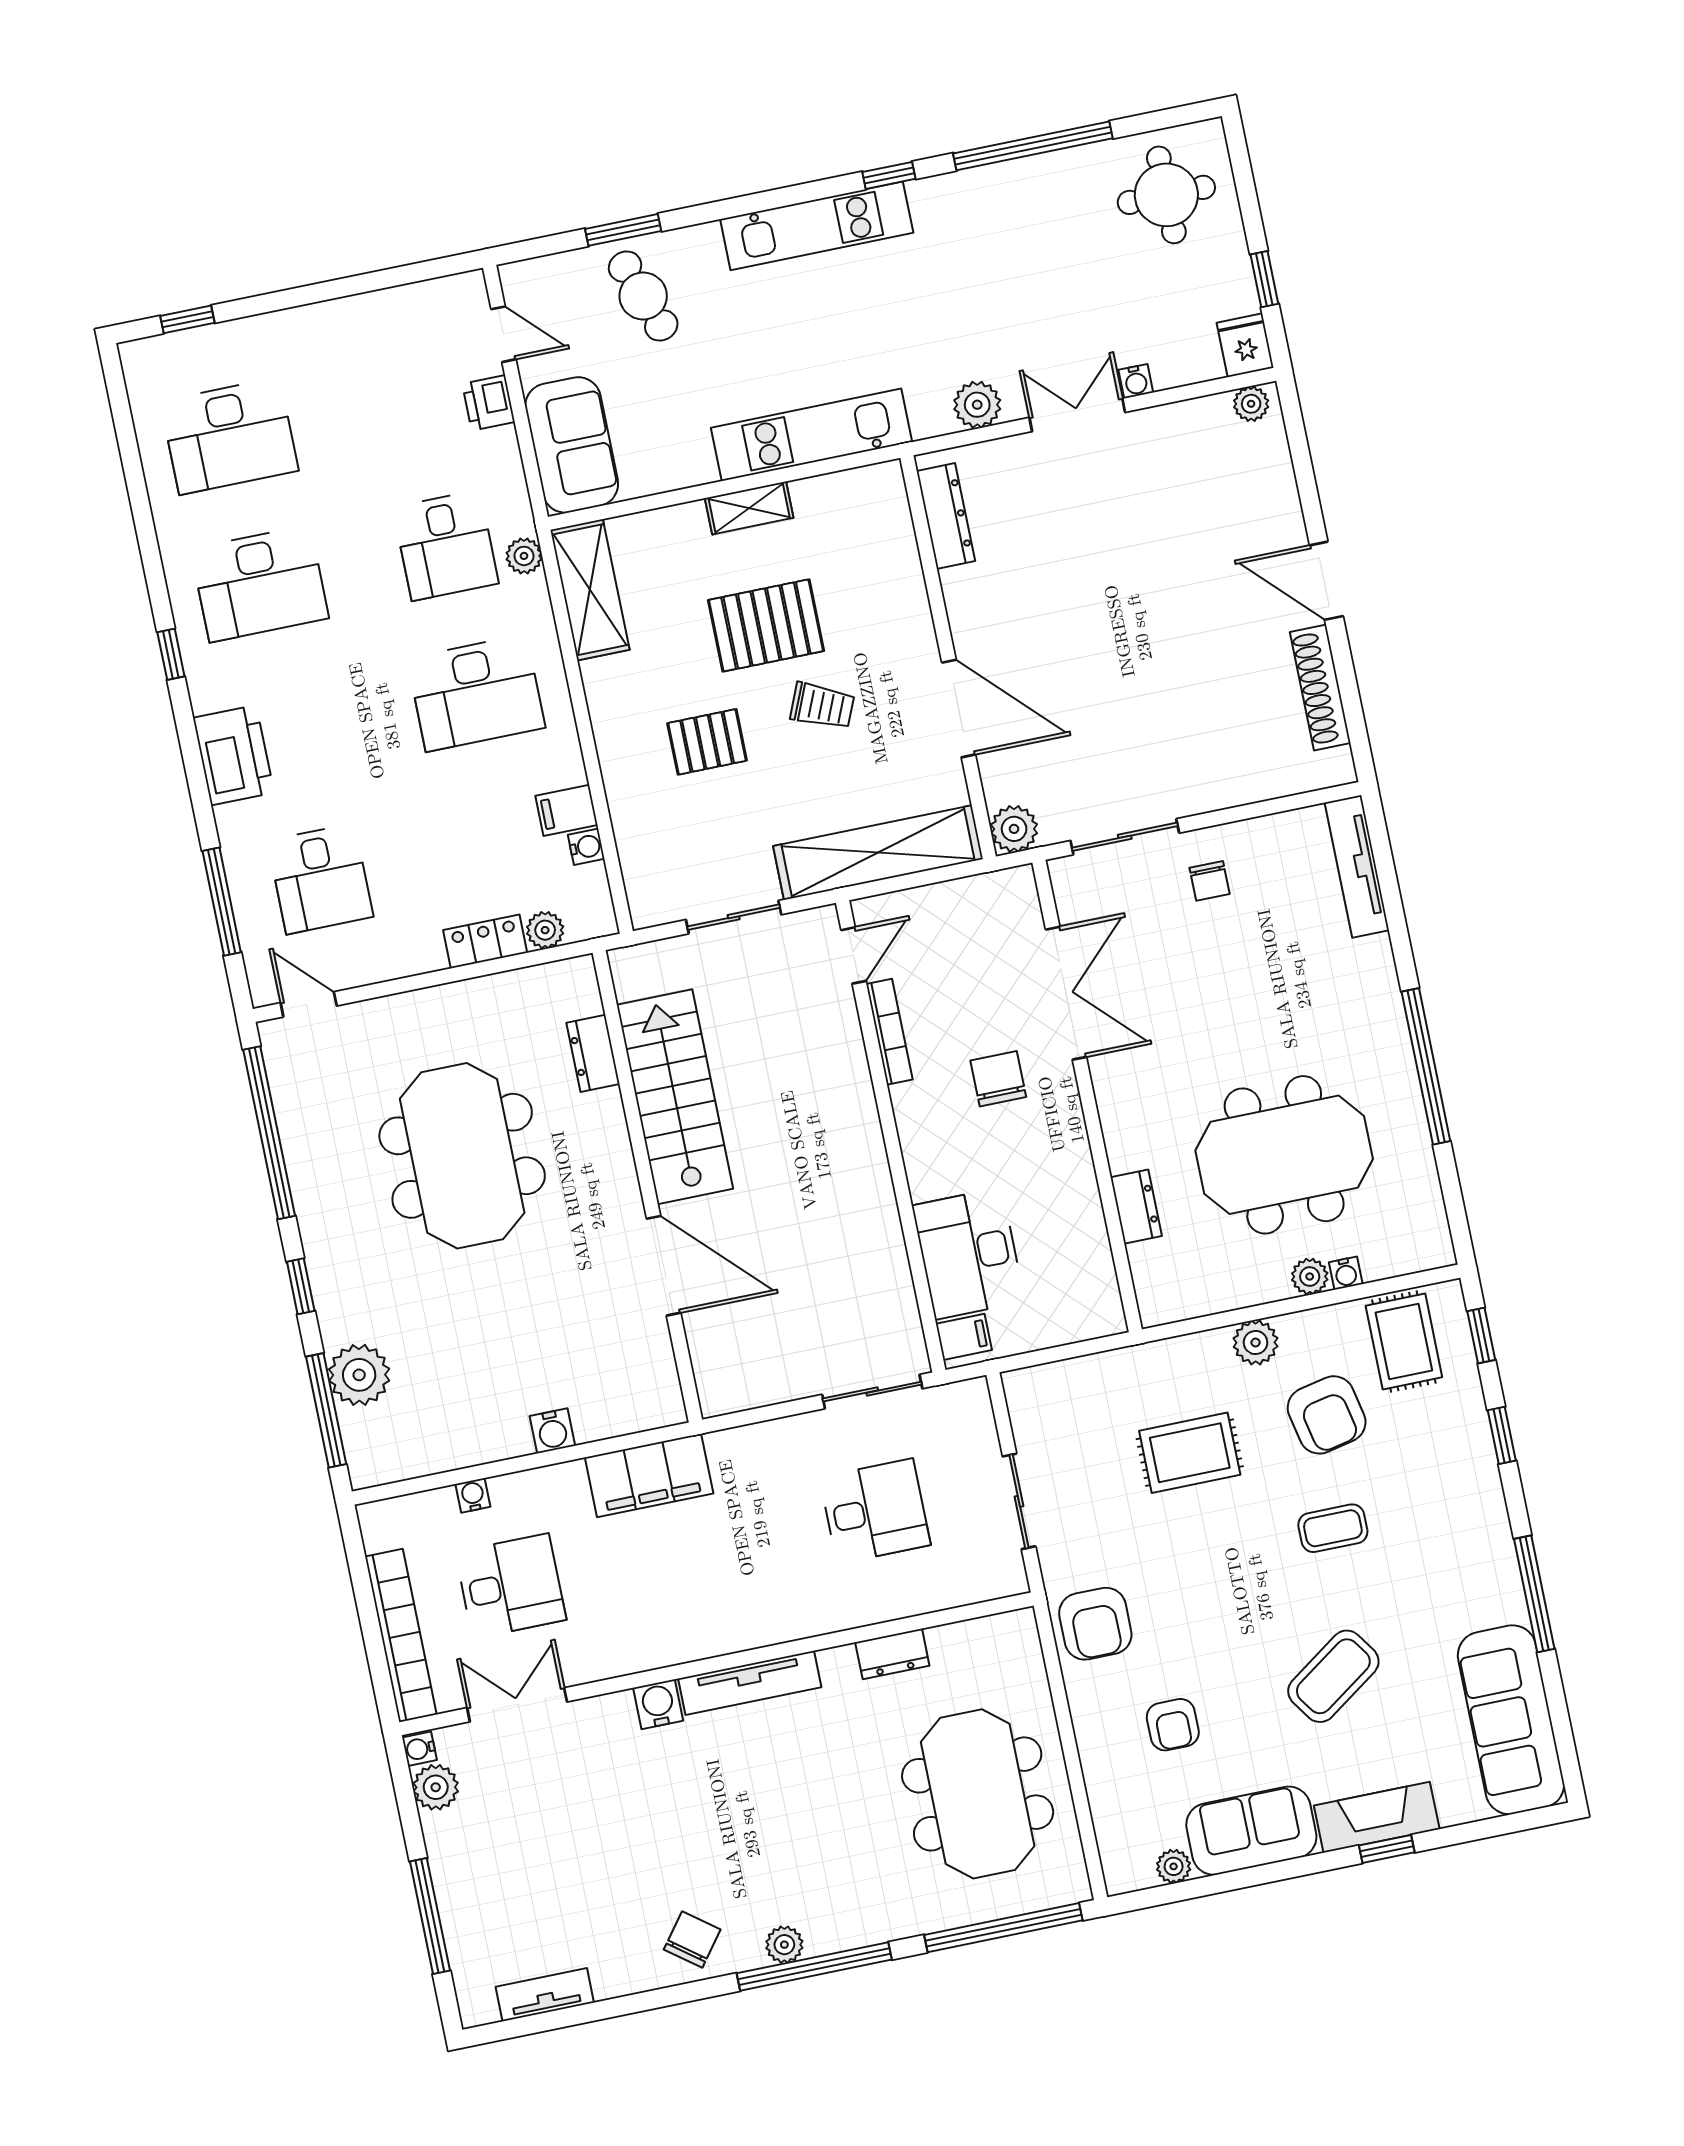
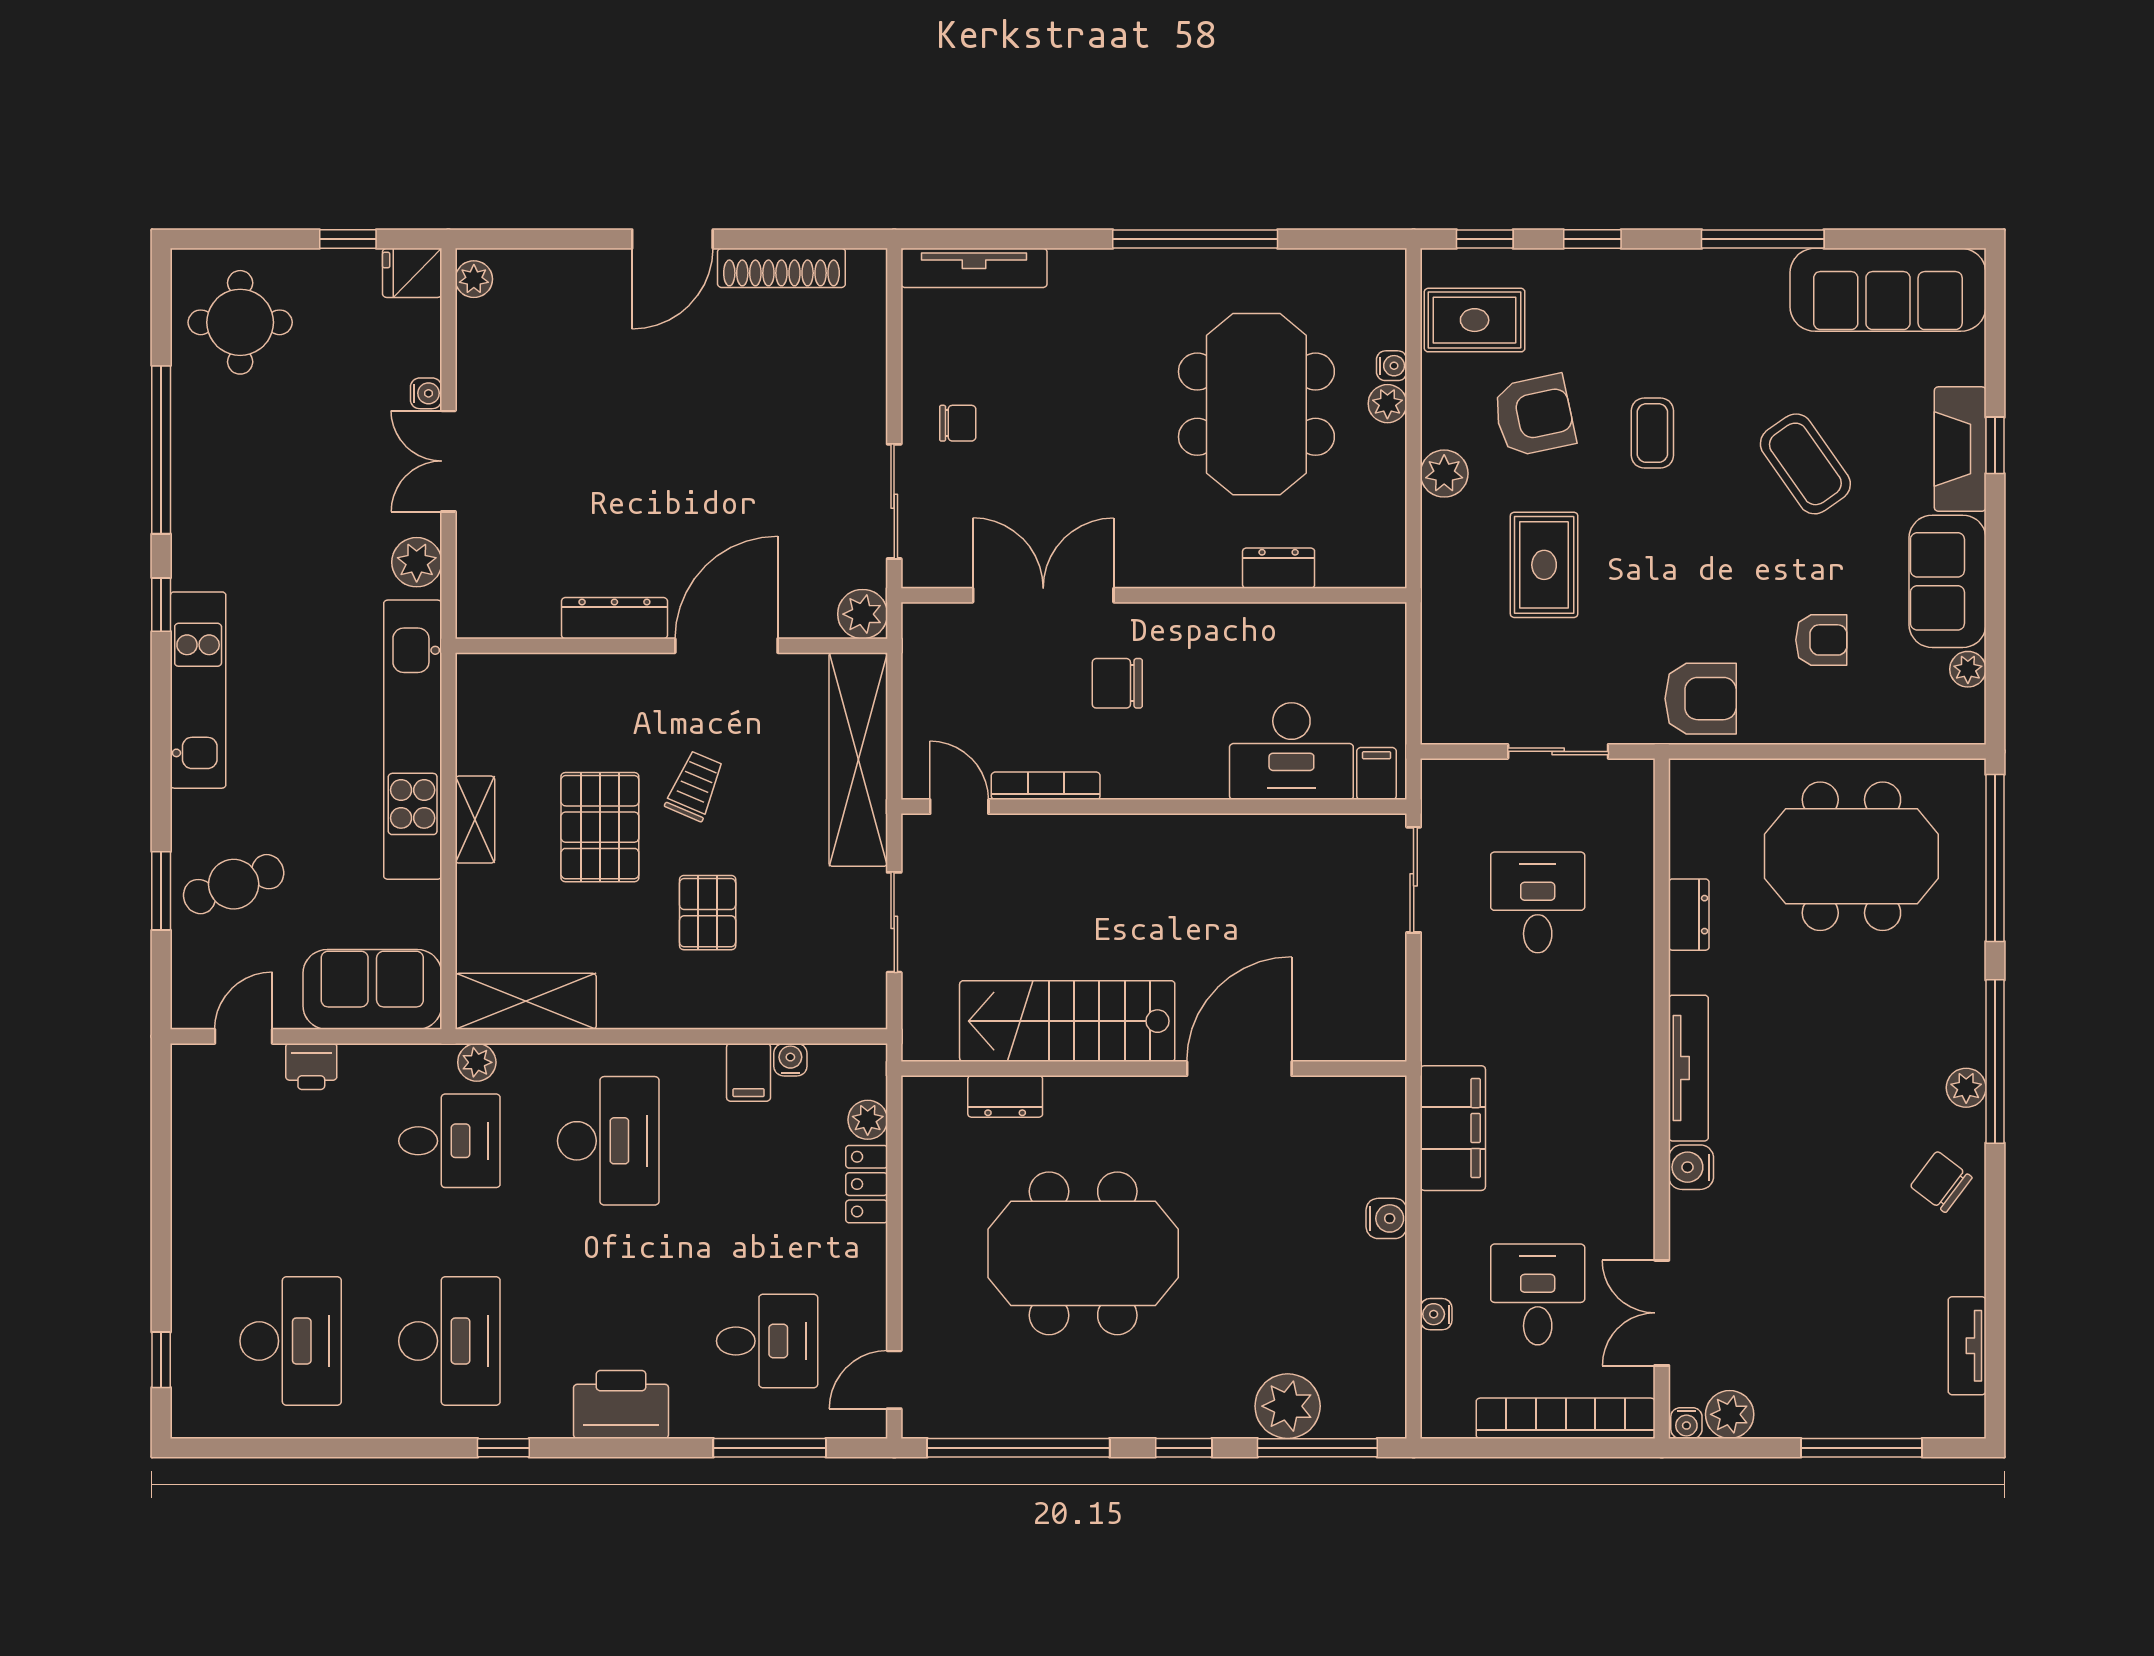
kitchen unit: (811, 435) -> (413, 740), width x1.36
dresser: (946, 516) -> (614, 618), moved

